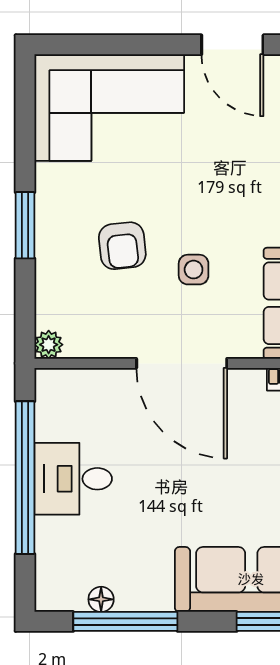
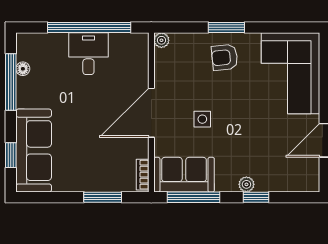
armchair: (122, 246) -> (225, 57), moved

